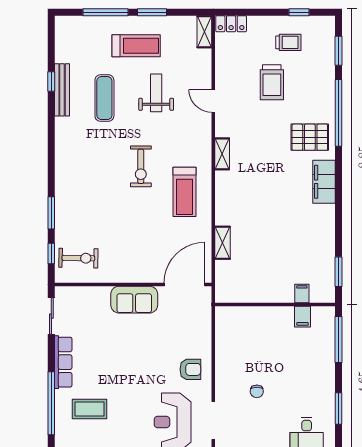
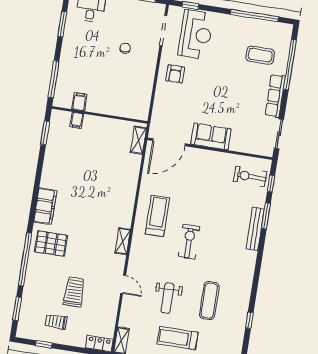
bench: (62, 90) -> (255, 229), moved
shelving: (222, 243) -> (138, 140), moved
armchair: (190, 369) -> (175, 74), turned -90

